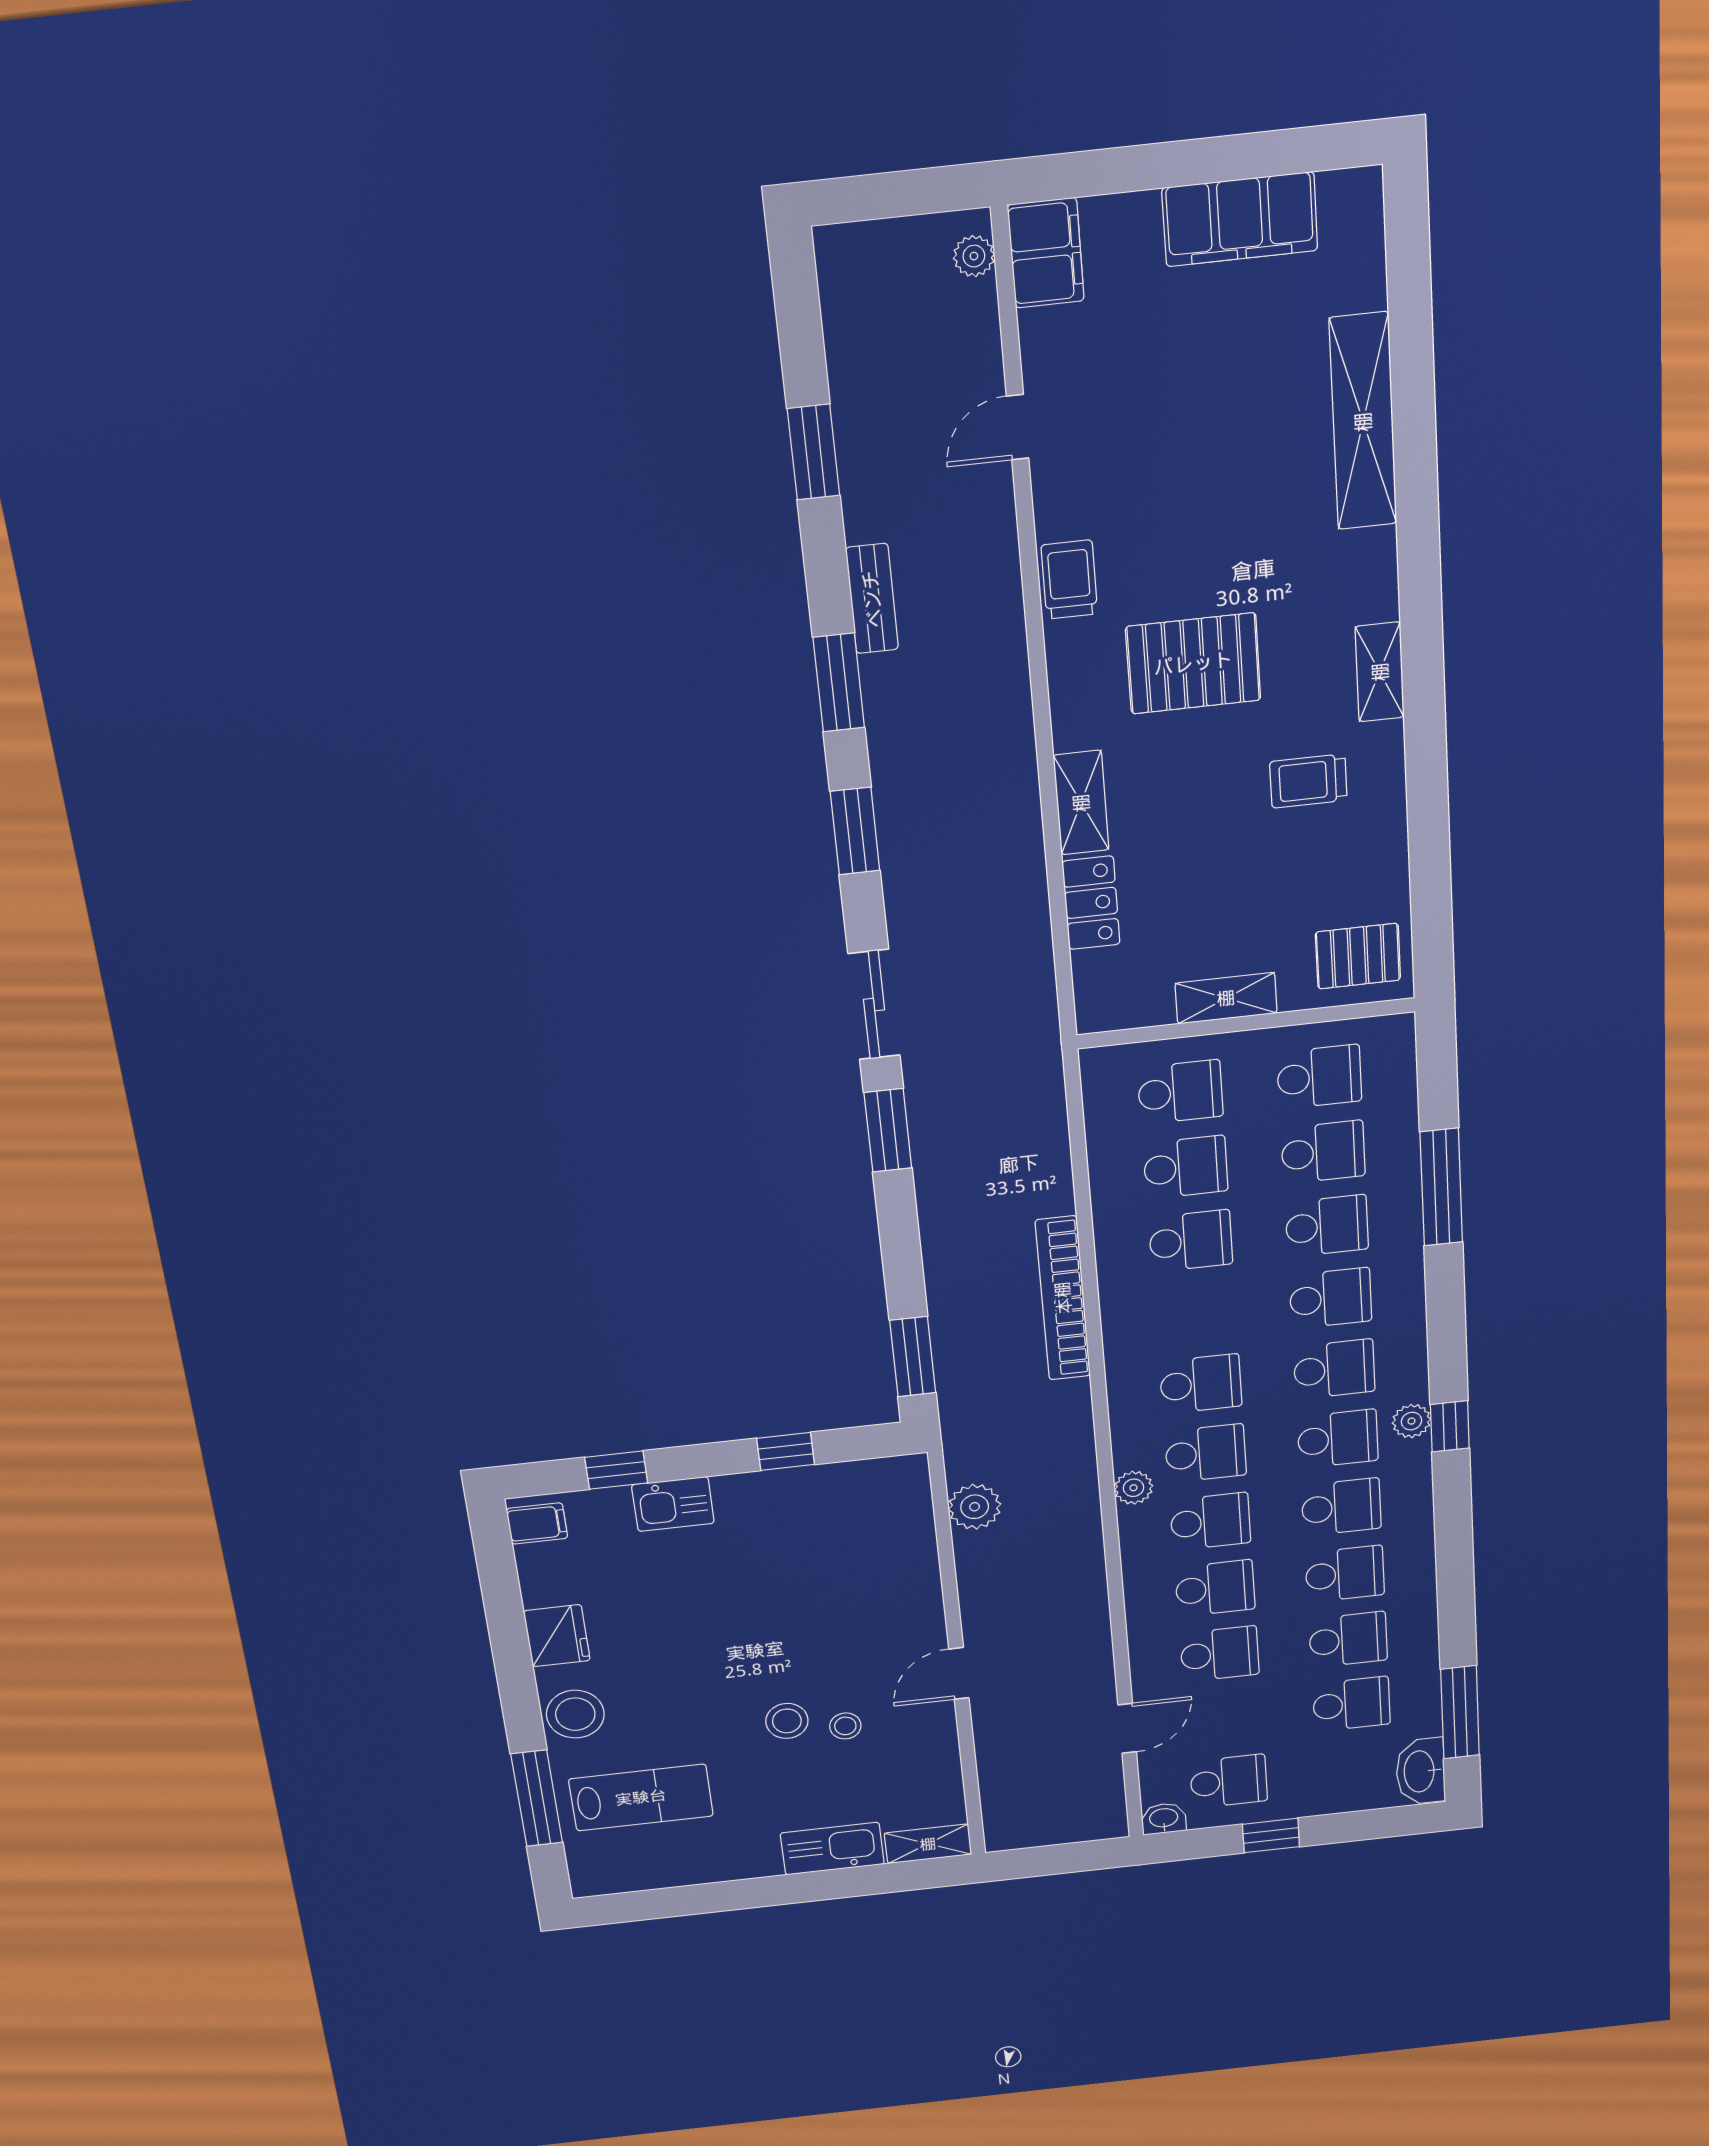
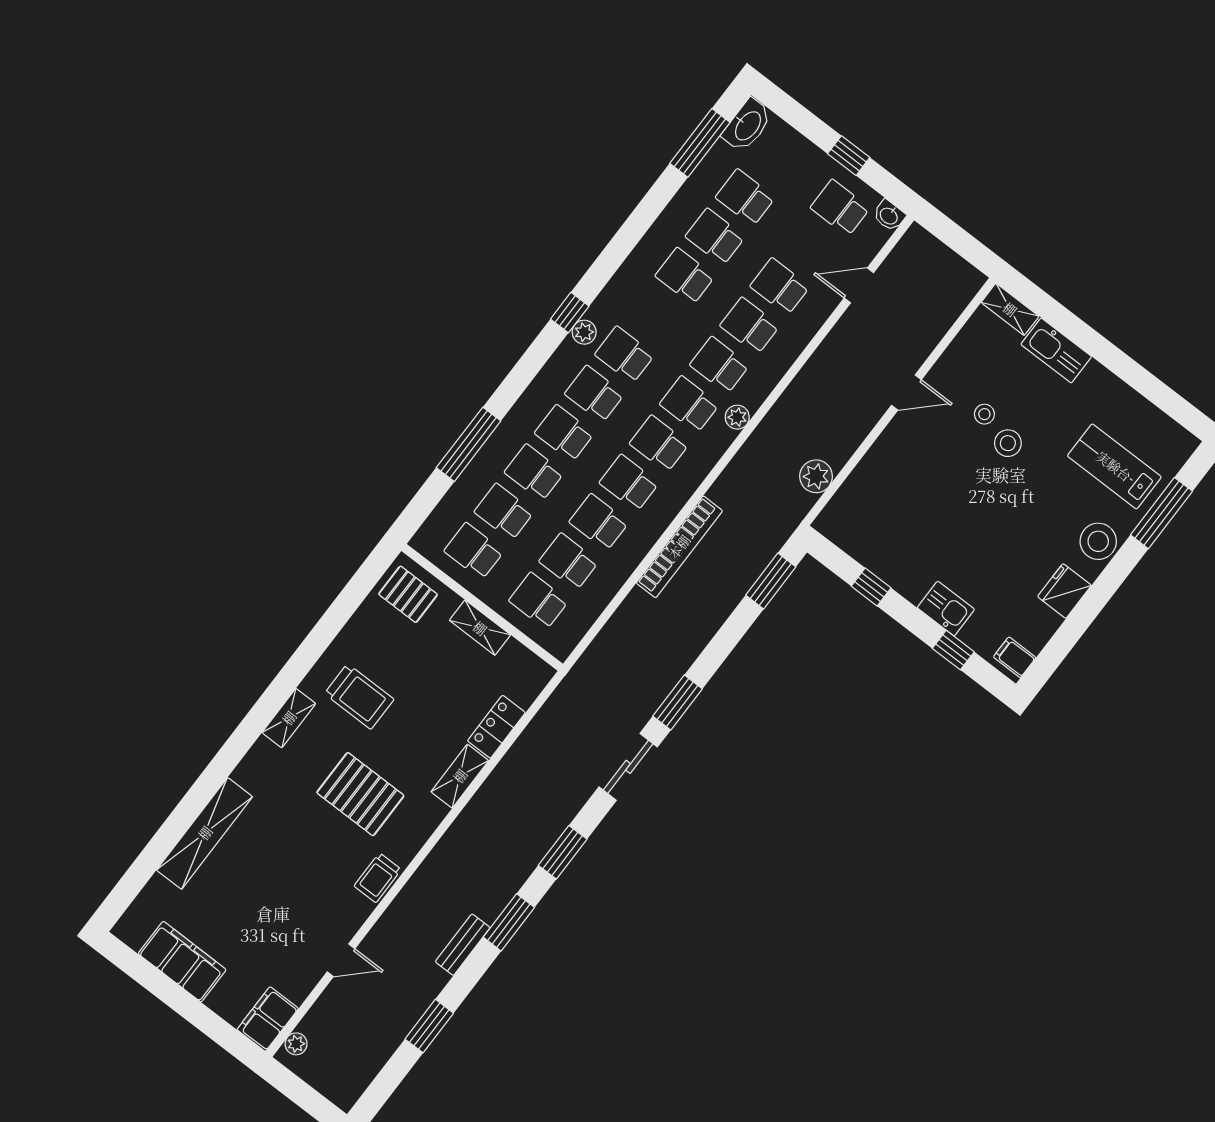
trolley: (1308, 781) -> (359, 696), width x1.36, depth x1.39
school desk: (1341, 1507) -> (629, 483), moved

